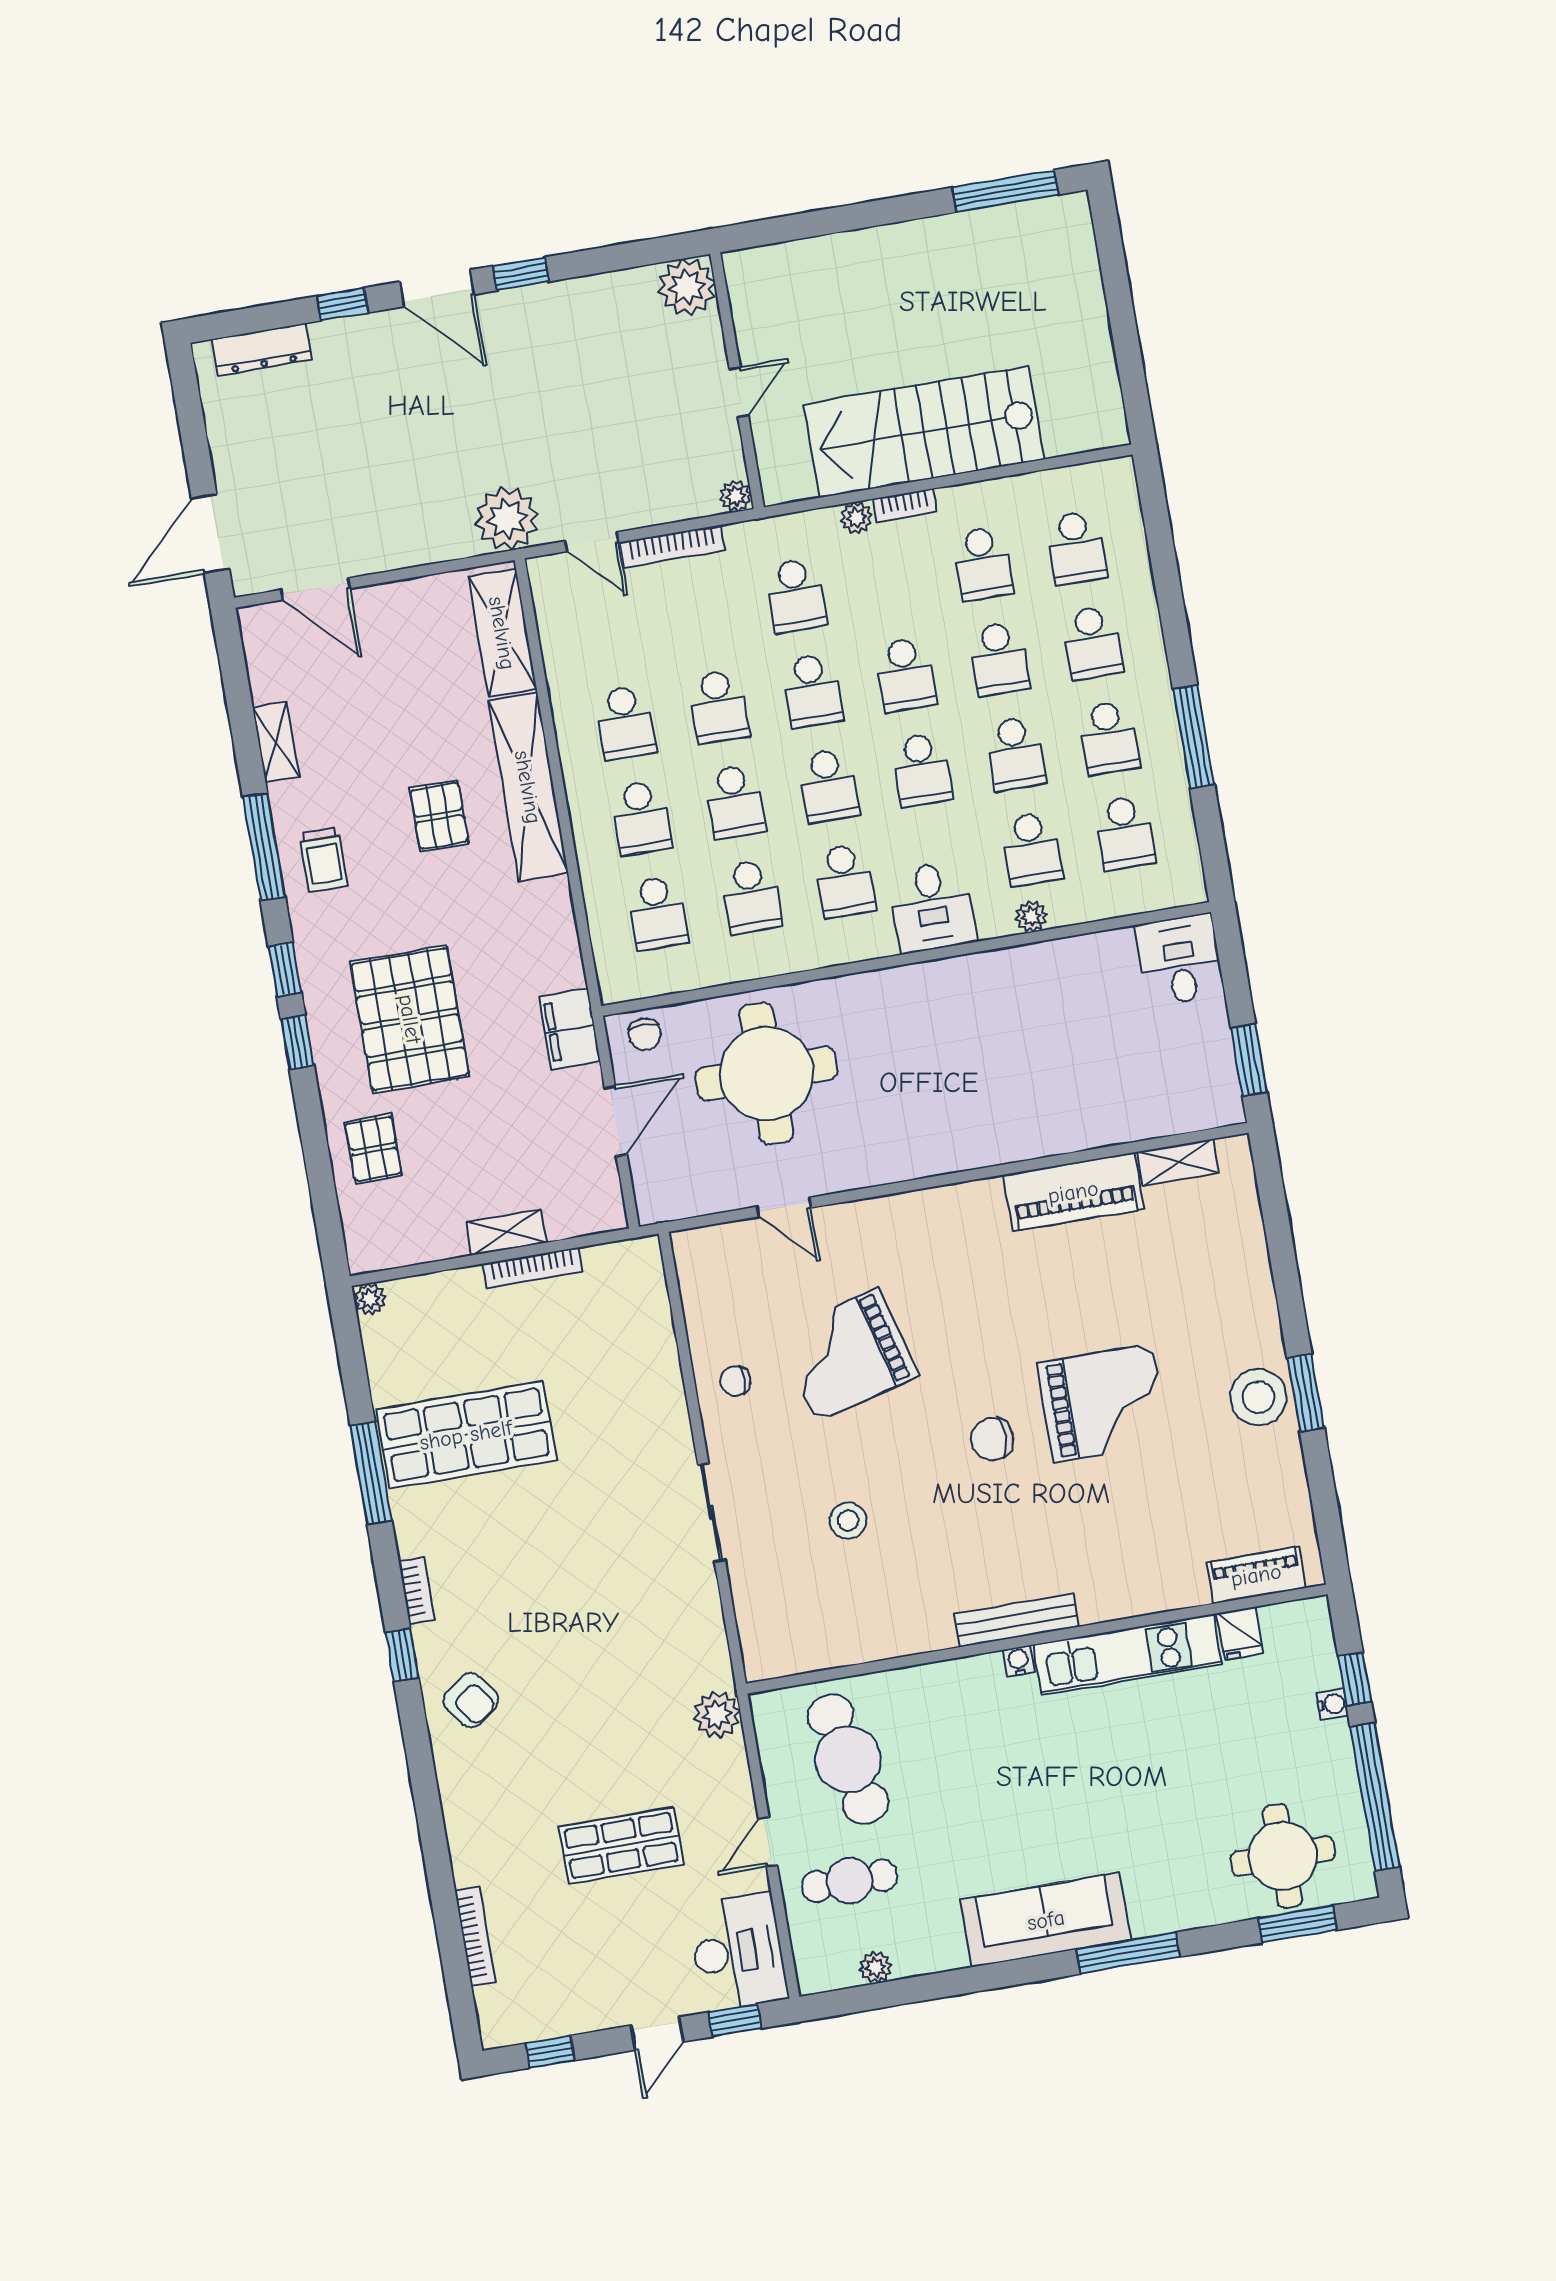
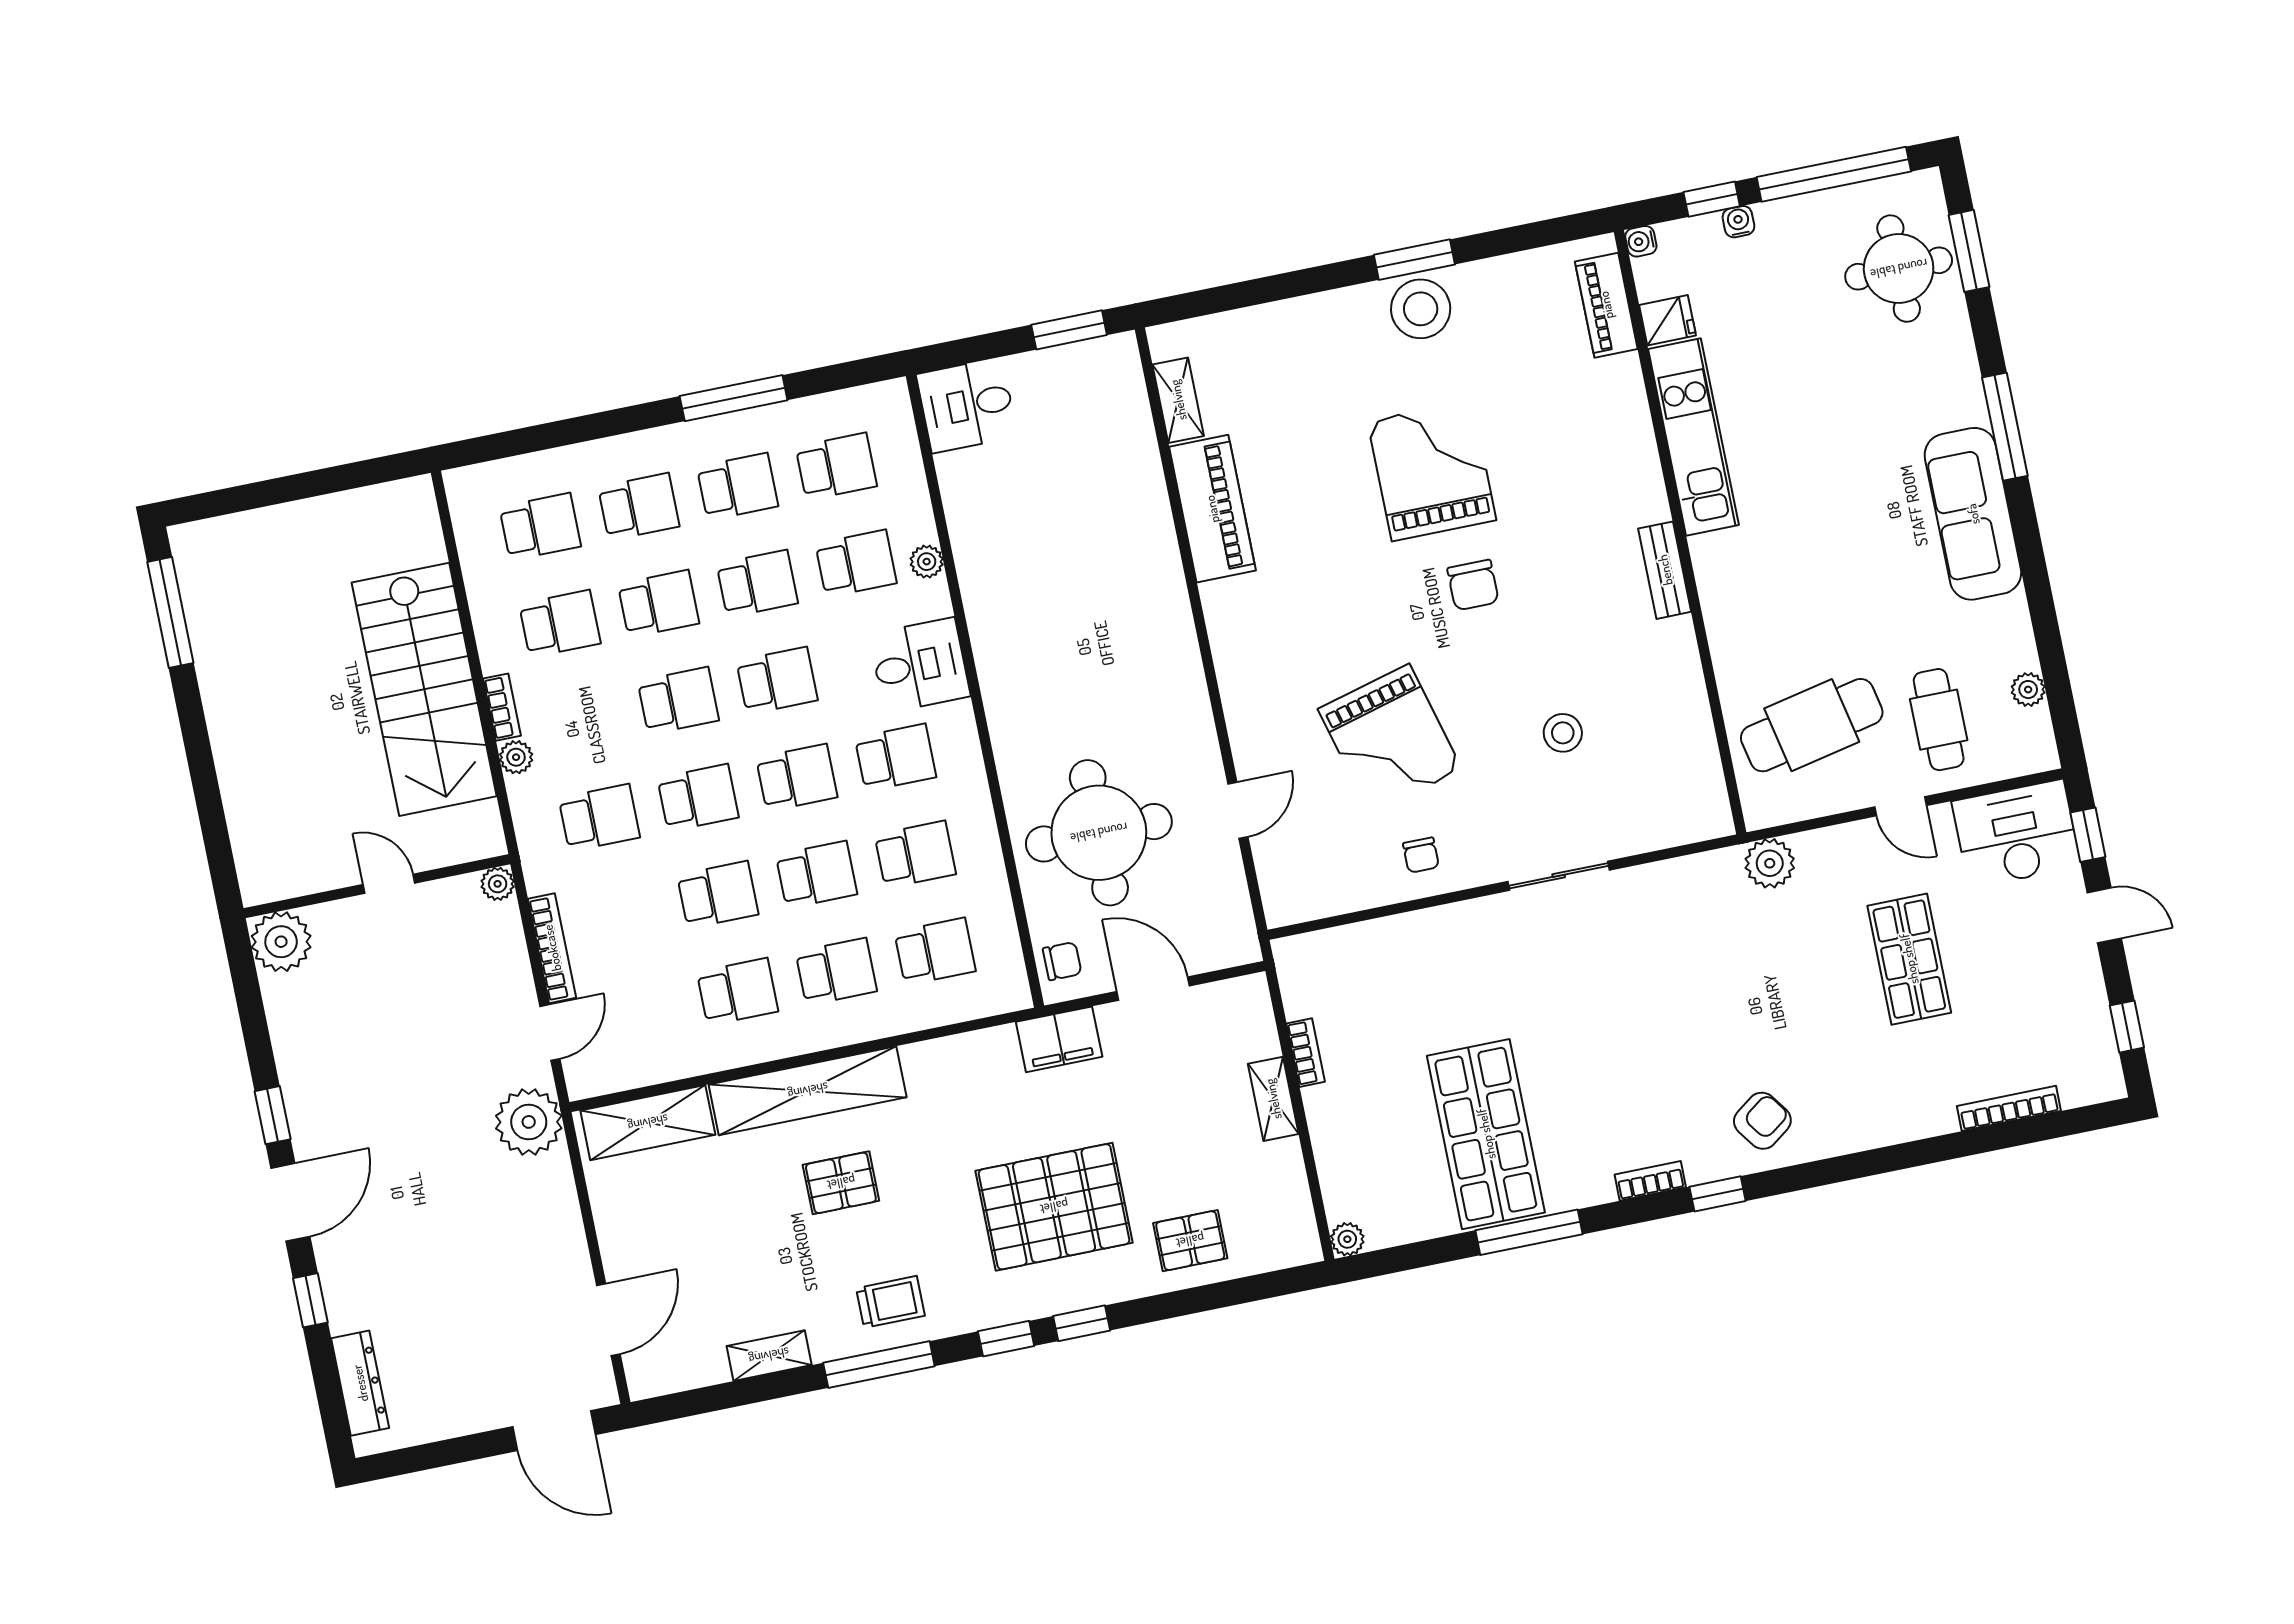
bookcase: (533, 1268) -> (1306, 1053), width x0.64
bench: (1017, 1620) -> (1665, 570), width x0.73
water cooler: (1019, 1661) -> (1641, 241), moved

